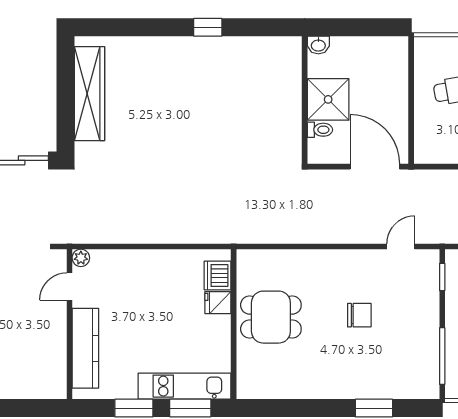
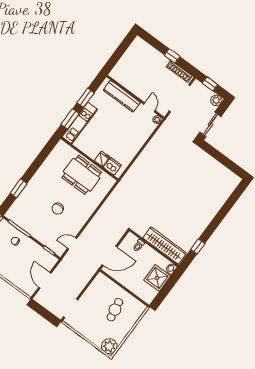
window: (208, 27) -> (198, 246), moved
wardrobe: (90, 94) -> (165, 245), moved, turned 180
shower: (328, 99) -> (157, 278), moved
door: (401, 246) -> (72, 243), swing flipped
dining table: (271, 317) -> (82, 175), width x1.38

